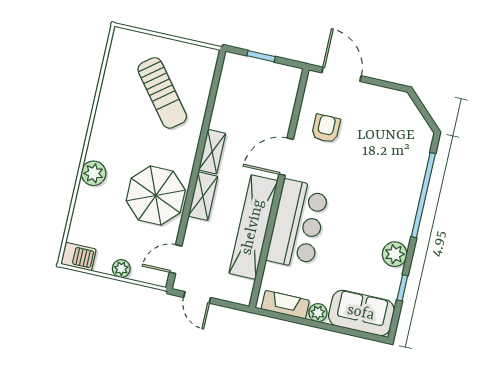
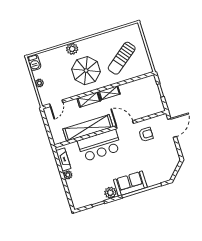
parasol: (156, 196) -> (86, 71), moved
door: (176, 259) -> (56, 103), swing flipped
door: (197, 297) -> (45, 121), removed
sofa: (361, 313) -> (130, 183), moved, turned -90

